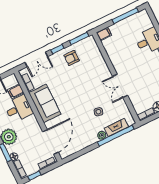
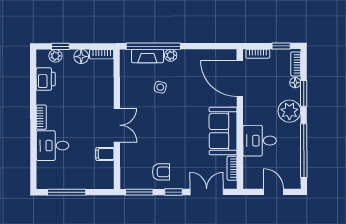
filing cabinet: (104, 34) -> (105, 154), moved
double door: (120, 86) -> (117, 125), moved
filing cabinet: (16, 91) -> (252, 164), removed
door: (51, 142) -> (240, 79), hinge flipped

